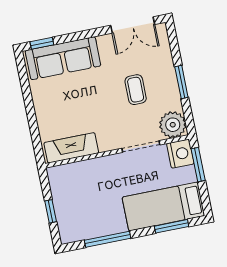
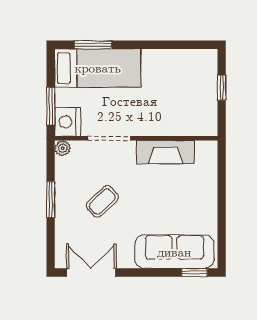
coffee table: (136, 90) -> (102, 201), turned 46
plant: (173, 125) -> (63, 148), width x0.53, depth x0.53
fireplace: (71, 148) -> (165, 152), moved
window: (108, 239) -> (166, 45), removed

